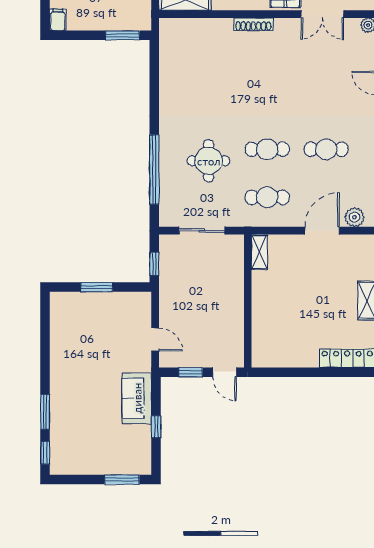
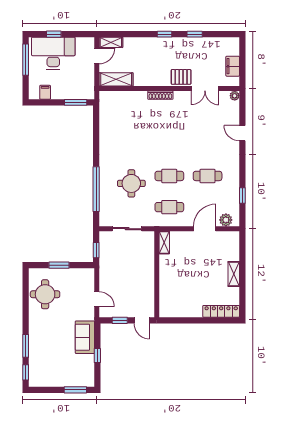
filing cabinet: (58, 20) -> (45, 92), moved
round table: (75, 332) -> (45, 294), added

